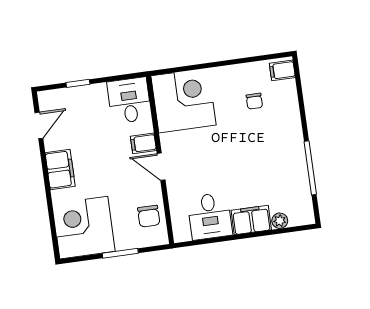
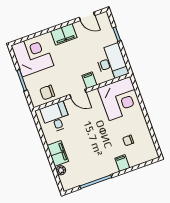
filing cabinet: (282, 70) -> (122, 163), moved
desk: (129, 100) -> (112, 62), width x1.37
door: (161, 167) -> (78, 94), swing flipped
desk: (210, 216) -> (56, 117), moved, turned 90

